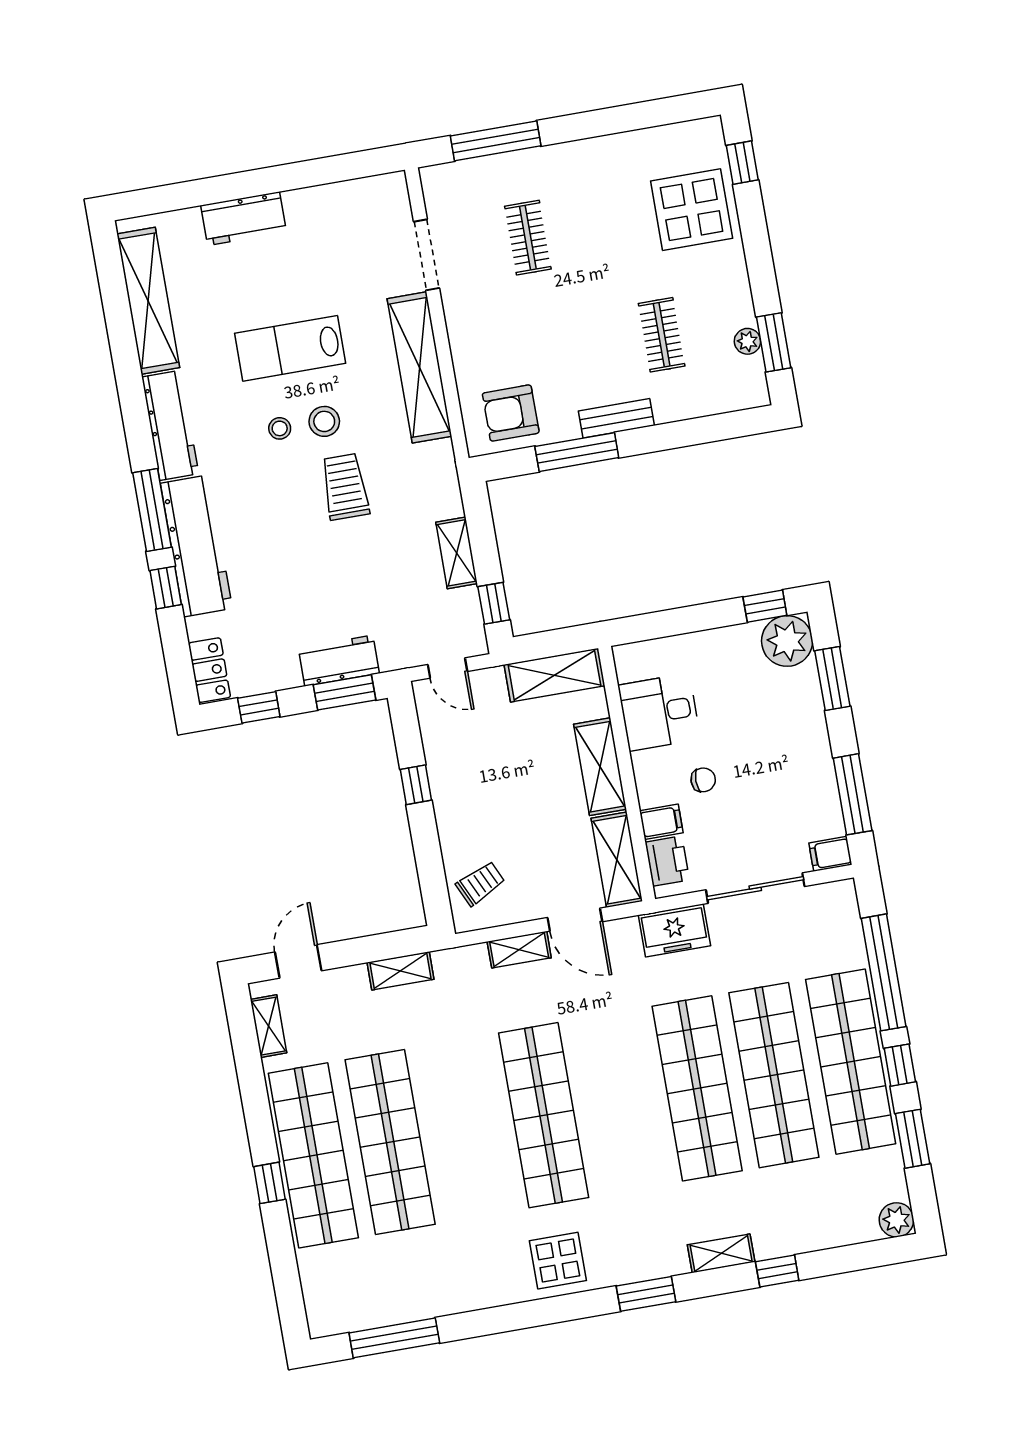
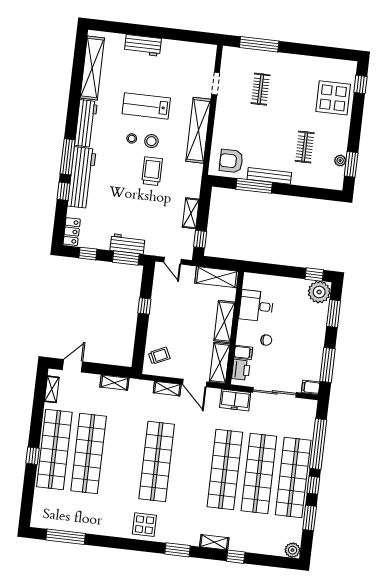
doorway: (427, 255) -> (216, 84), width x0.73
bench: (616, 418) -> (269, 176), width x1.36

